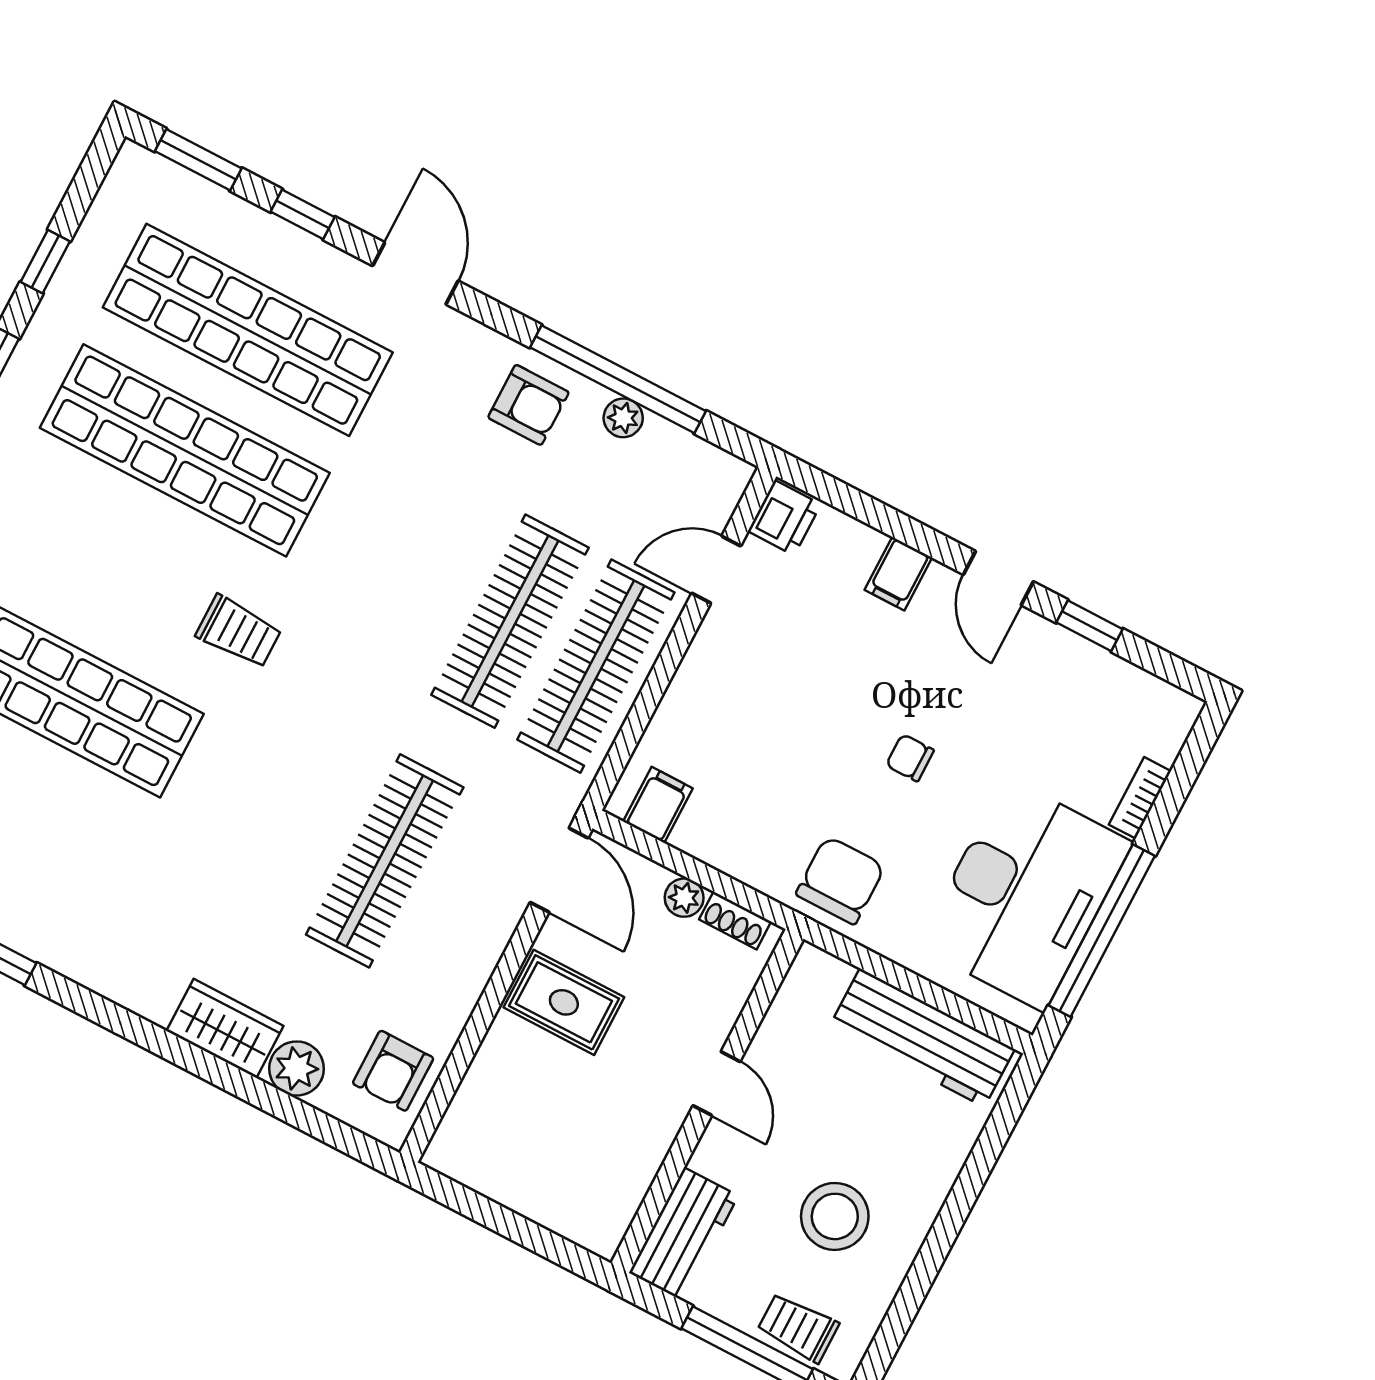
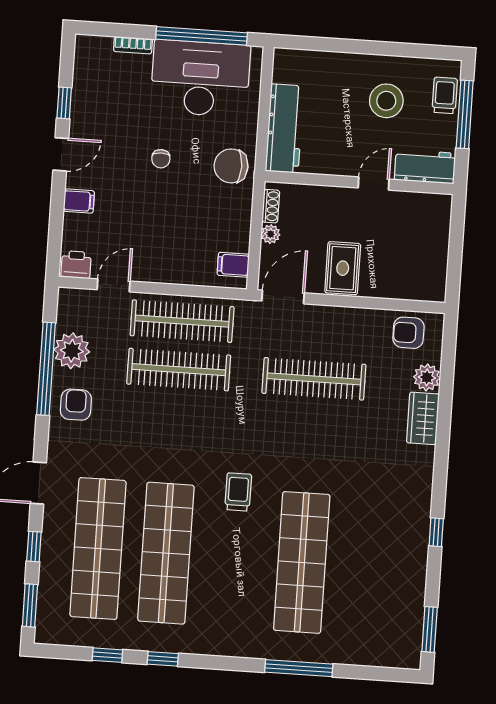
plant: (623, 418) -> (72, 351), width x1.88, depth x1.88
door: (716, 570) -> (114, 285), swing flipped
workbench: (922, 1038) -> (285, 128), moved
armchair: (393, 1071) -> (408, 333), turned 180
door: (716, 1084) -> (374, 183), moved
trolley: (798, 1327) -> (445, 95), turned 180

